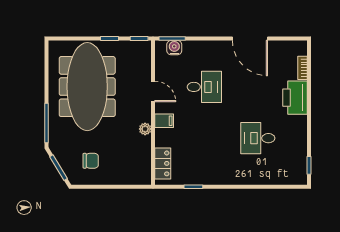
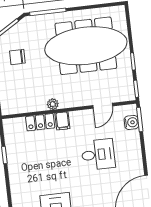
desk: (204, 87) -> (98, 155), turned -90
door: (153, 91) -> (103, 106), moved
chair: (91, 161) -> (17, 57), turned 90
locker: (163, 163) -> (40, 122), moved

